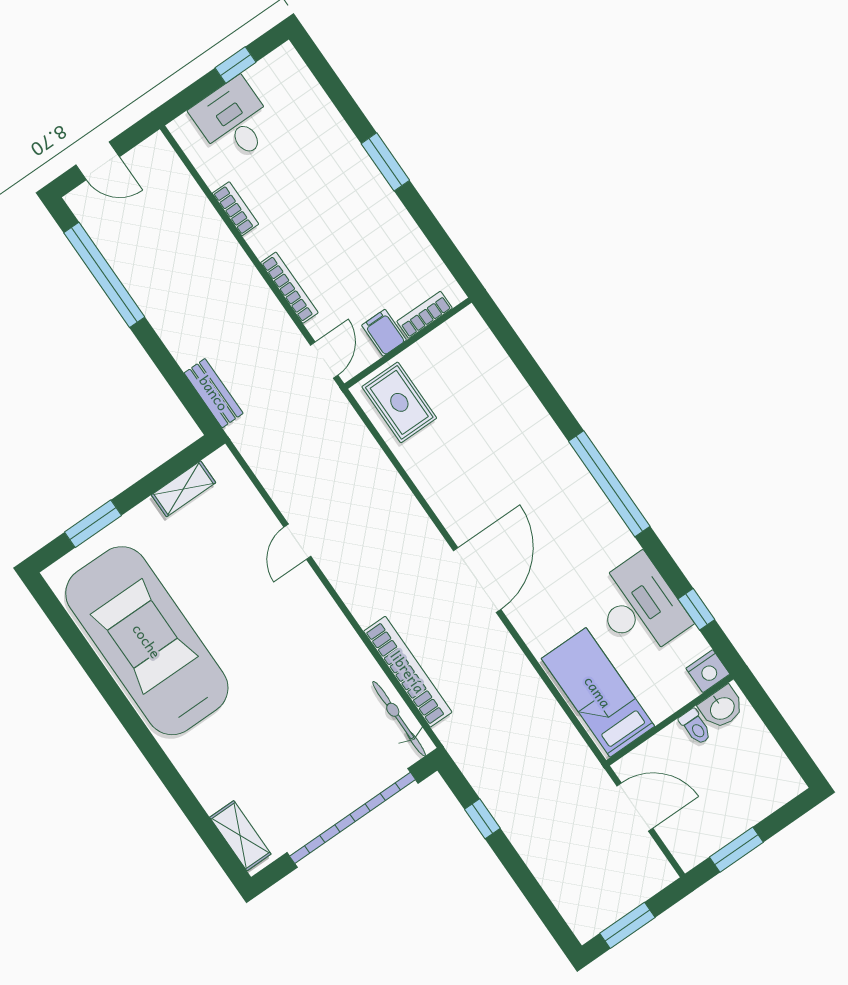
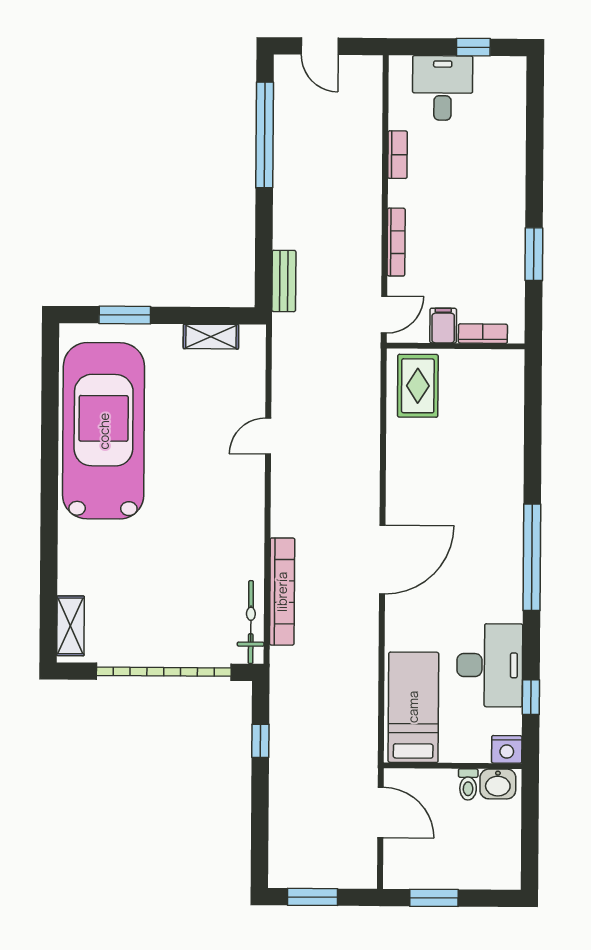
window: (385, 162) -> (534, 254), moved

